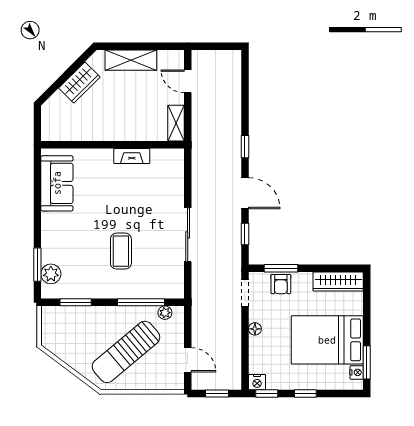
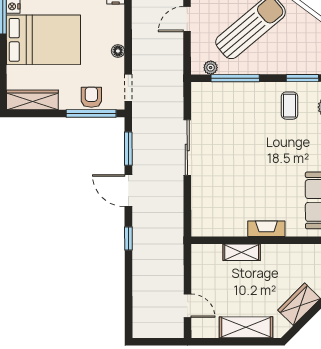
shelving: (176, 123) -> (242, 252), moved, turned 90
fireplace: (132, 156) -> (266, 229), moved
window: (245, 234) -> (128, 149), width x1.50
coffee table: (121, 251) -> (290, 106), moved, width x0.73, depth x0.77
window: (281, 268) -> (91, 113), width x1.44
door: (188, 360) -> (187, 19), hinge flipped

